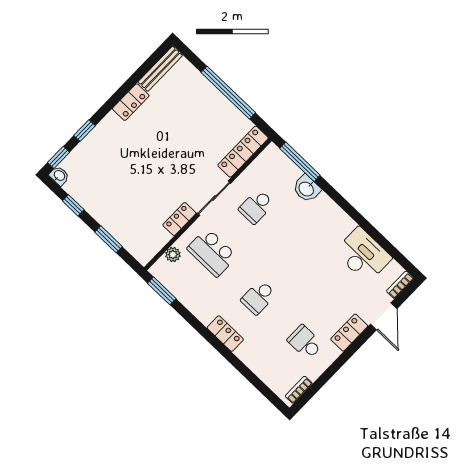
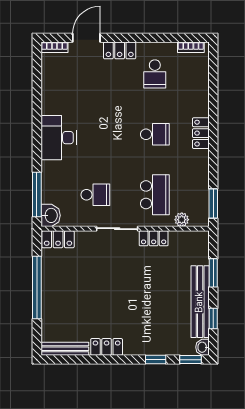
locker: (243, 152) -> (58, 239), width x0.66
washbasin: (307, 189) -> (51, 215), moved
bench: (96, 208) -> (200, 302), added
desk: (363, 255) -> (59, 138), moved

